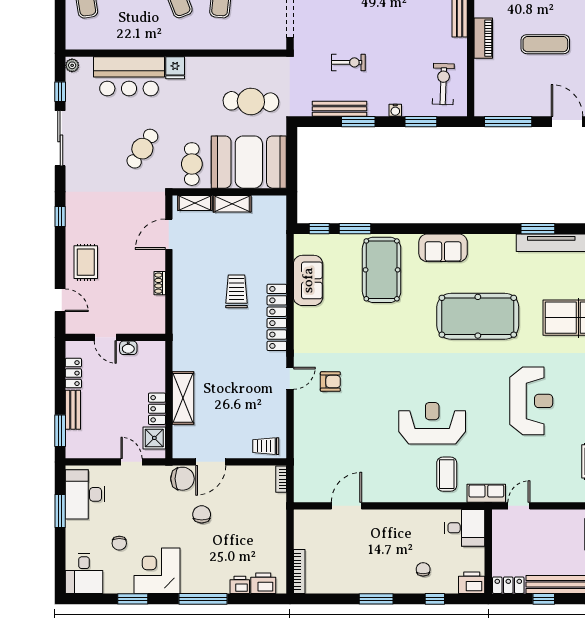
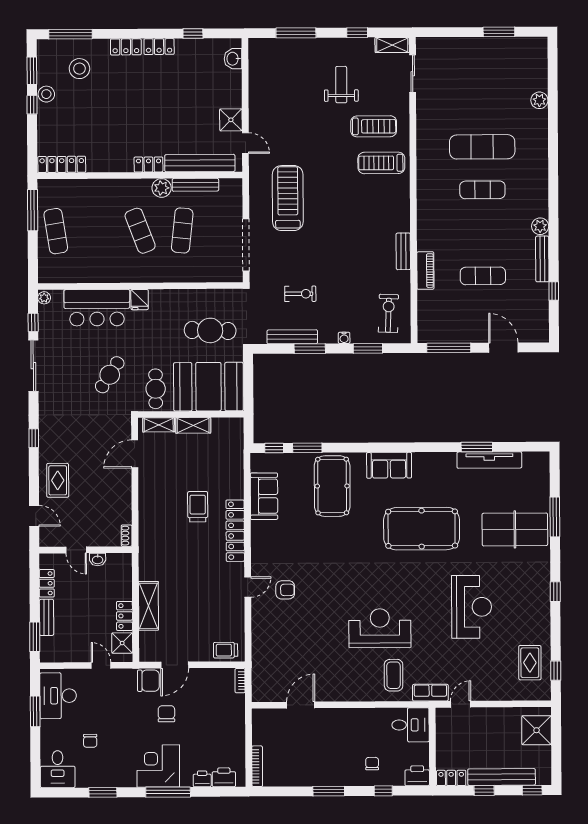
shoe rack: (160, 283) -> (127, 536), moved
corner desk: (157, 571) -> (158, 766), moved

